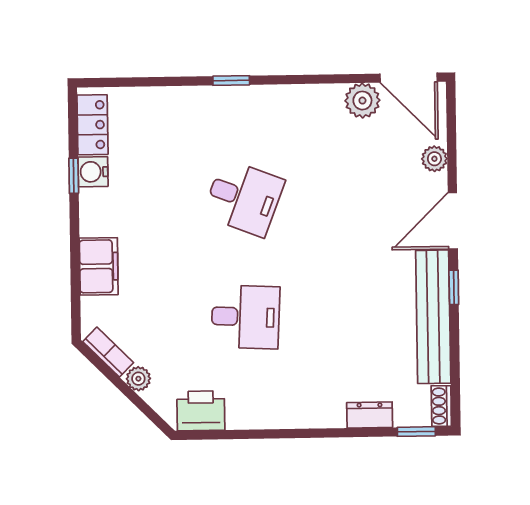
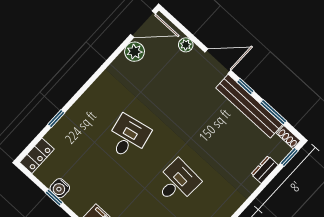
window: (231, 80) -> (56, 119), moved
locker: (93, 125) -> (37, 156), moved, turned 90
desk: (244, 198) -> (128, 137), turned -33
door: (453, 221) -> (218, 61), swing flipped
window: (455, 355) -> (273, 112), added

